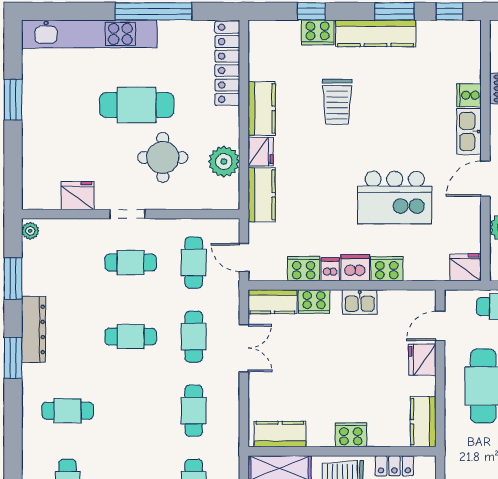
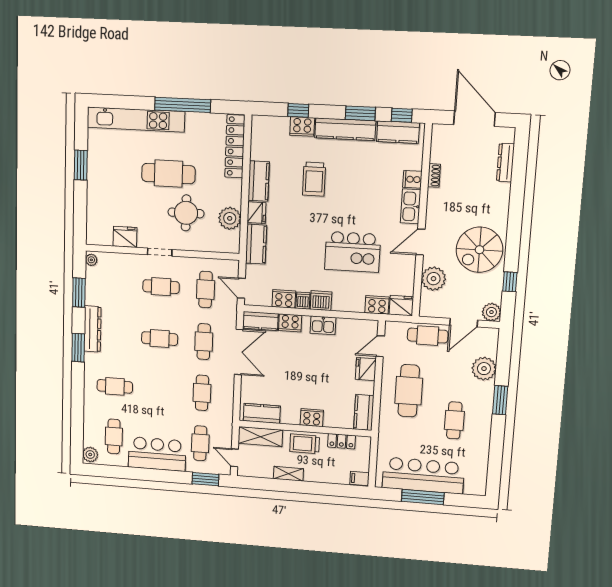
kitchen counter: (446, 34) -> (398, 132), added
cooker: (387, 269) -> (377, 305), moved
double door: (244, 348) -> (239, 352), width x1.37

